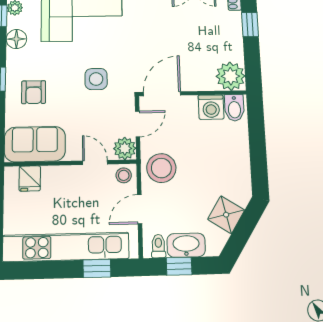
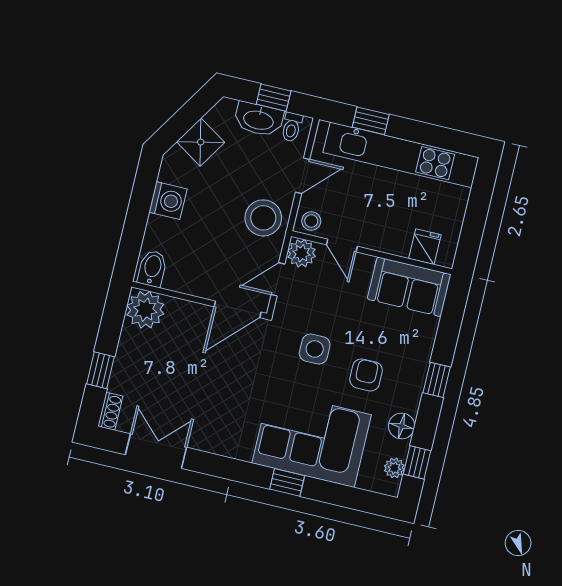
armchair: (34, 92) -> (366, 375), moved
washing machine: (211, 107) -> (168, 201), moved, turned 90

